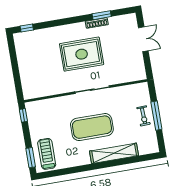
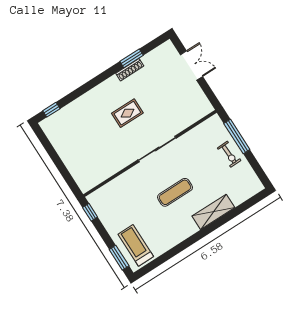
rug: (82, 54) -> (127, 113), width x0.54, depth x0.49
window: (156, 116) -> (237, 136), moved
exercise mat: (92, 127) -> (175, 192), width x0.50, depth x0.69
shelving: (114, 153) -> (213, 212), width x0.68

